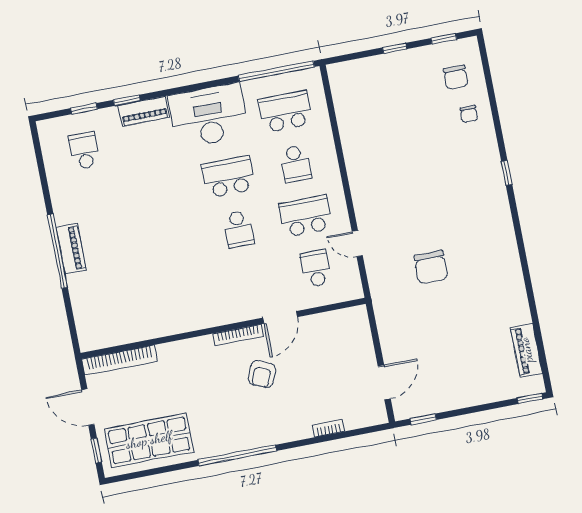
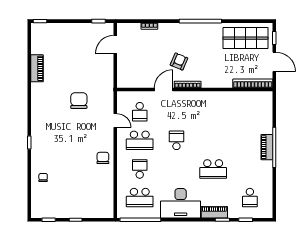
chair: (456, 77) -> (103, 158), moved
school desk: (228, 177) -> (213, 169), moved
piano: (526, 350) -> (37, 68), moved

